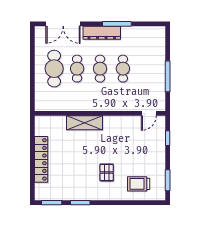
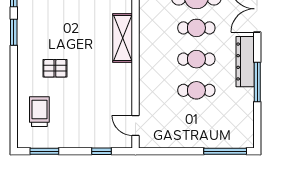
window: (168, 76) -> (225, 151), moved

